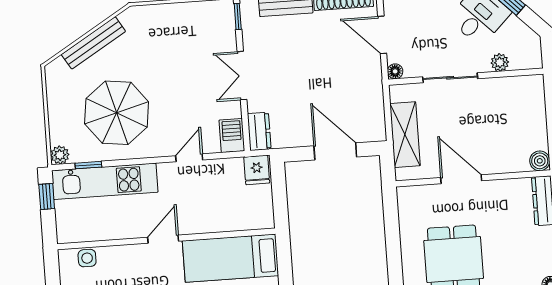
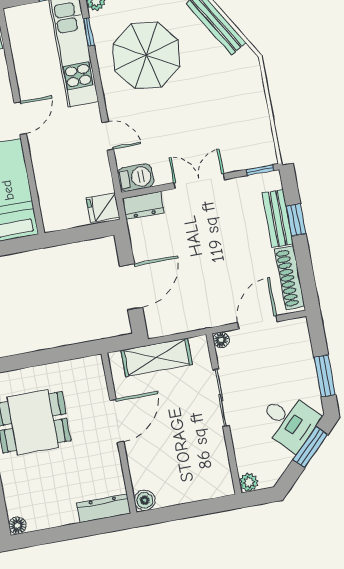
plant: (500, 62) -> (249, 482), moved
door: (163, 239) -> (20, 118), hinge flipped

